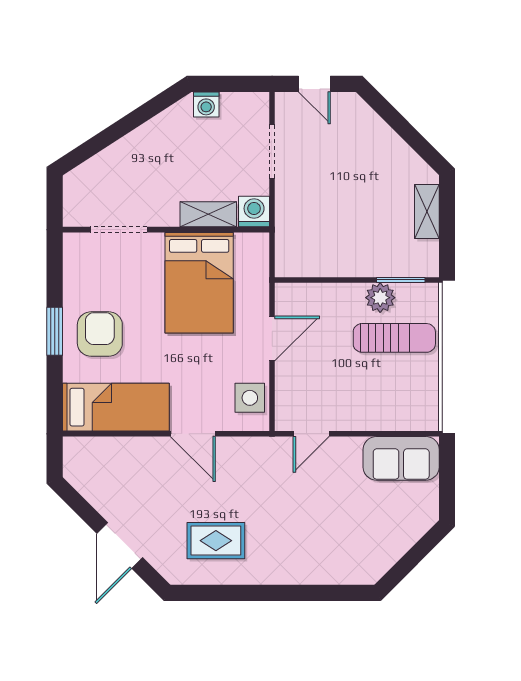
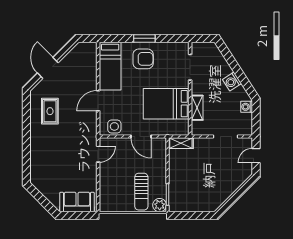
washing machine: (254, 212) -> (232, 81), moved, turned 147
shelving: (427, 212) -> (181, 143), moved
plant: (380, 298) -> (160, 205), moved
door: (311, 434) -> (98, 154), swing flipped
sofa: (401, 458) -> (77, 202), moved, turned 90
door: (120, 545) -> (48, 68), hinge flipped

